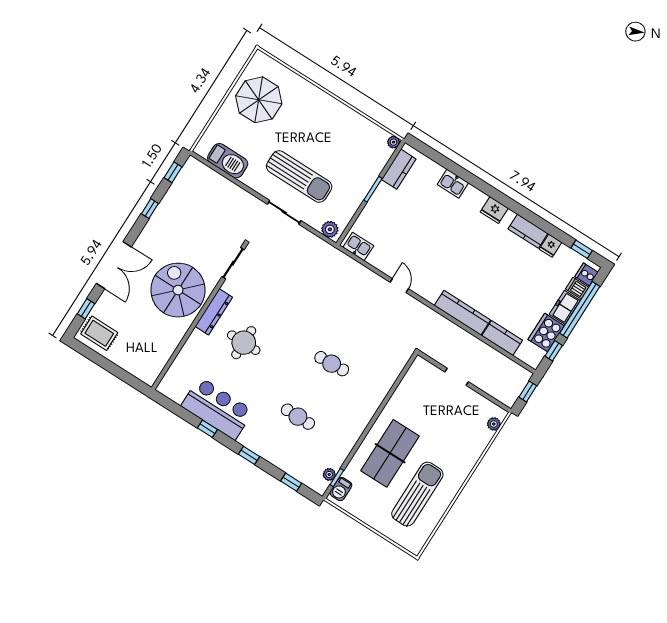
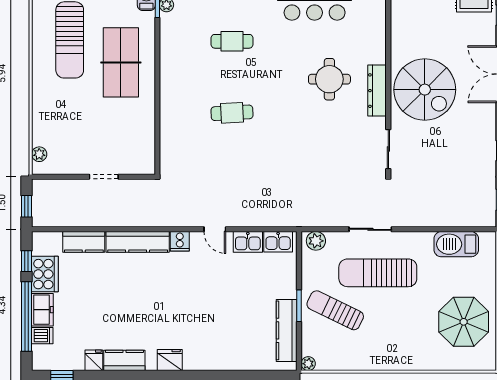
sun lounger: (348, 169) -> (335, 310), added
kitchen counter: (399, 169) -> (287, 330), width x1.50
kitchen sink: (453, 184) -> (248, 242), moved, turned 180
cooker: (587, 274) -> (180, 241), moved, turned 90

